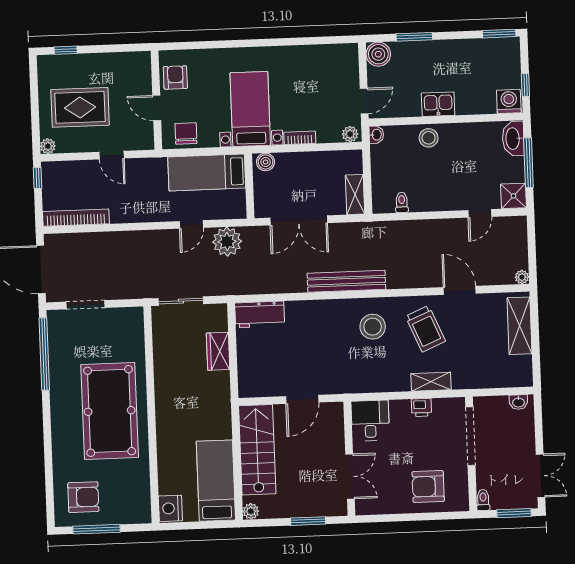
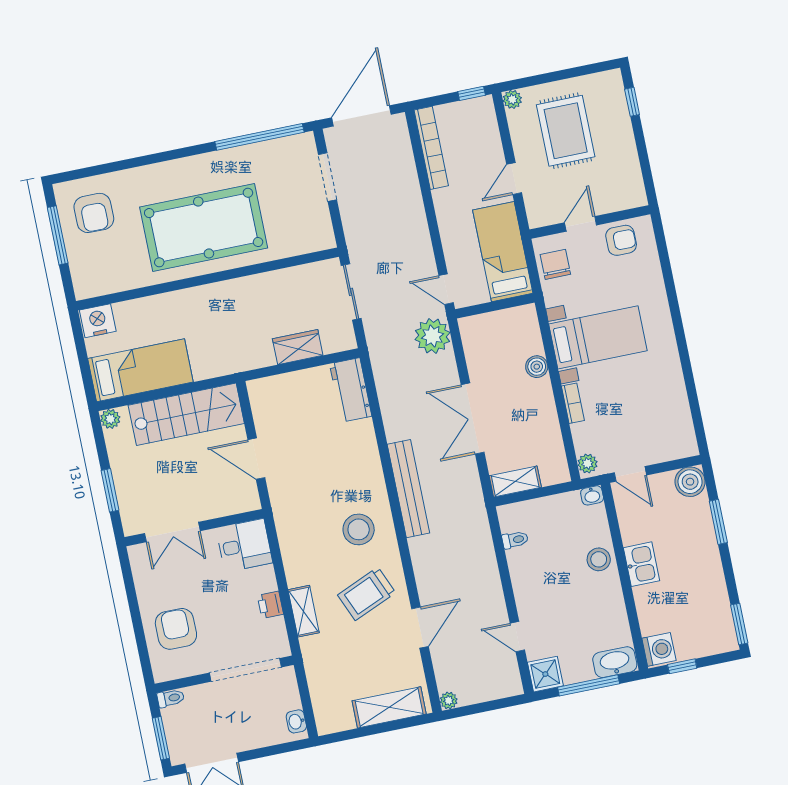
chair: (186, 133) -> (555, 264), turned -90
bed: (207, 172) -> (503, 252), moved
wall: (249, 186) -> (495, 306), moved

